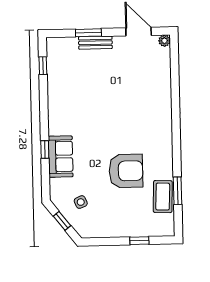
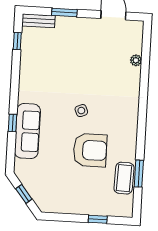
plant: (164, 41) -> (136, 60), moved
bench: (95, 43) -> (38, 21), moved
sofa: (61, 157) -> (27, 131), width x1.36
side table: (81, 202) -> (81, 111), moved

